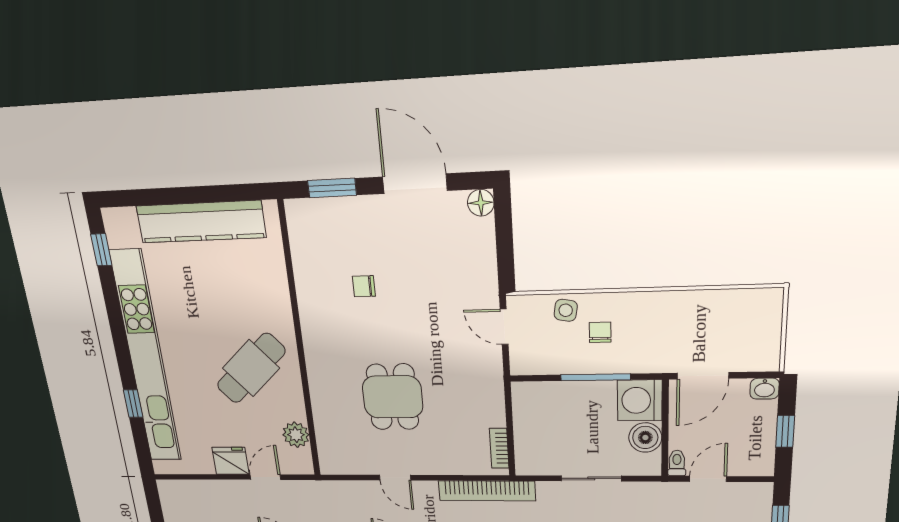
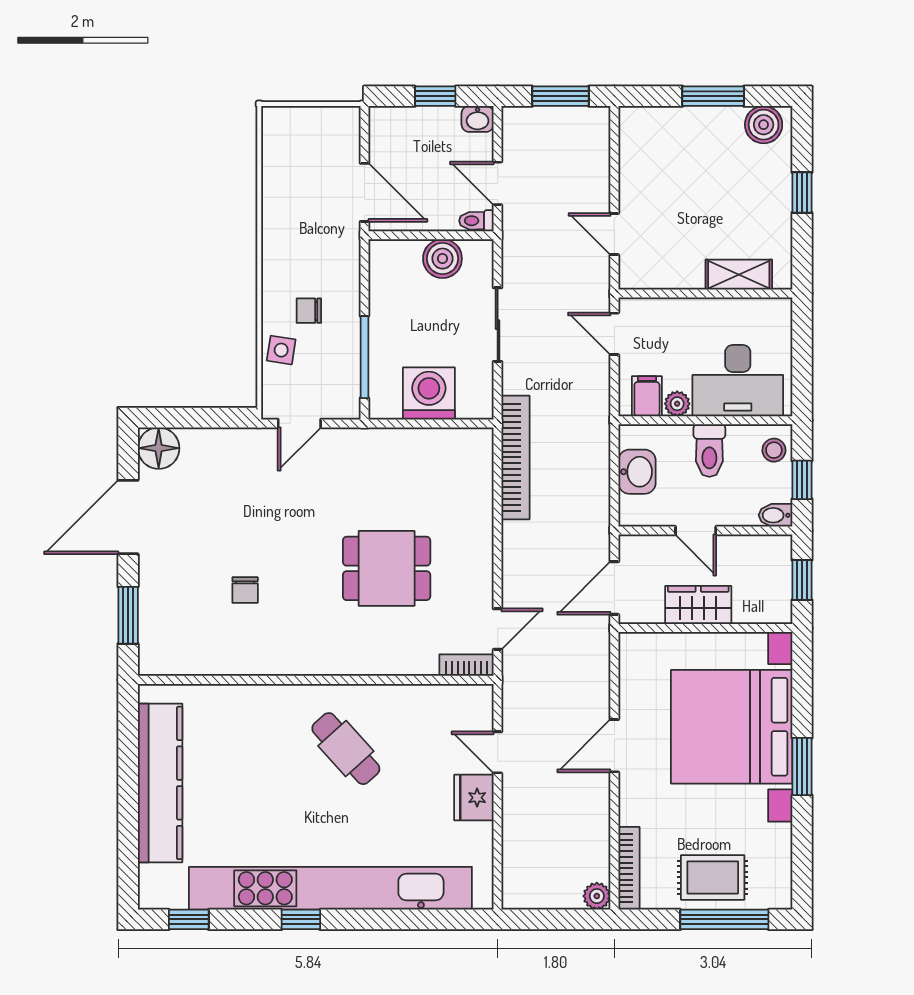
floor lamp: (481, 203) -> (159, 448), width x1.38, depth x1.38
cafe table: (251, 368) -> (346, 749), width x0.73, depth x0.74
window: (595, 377) -> (364, 357), moved
washbasin: (765, 389) -> (478, 119), moved, turned 90
washing machine: (640, 400) -> (429, 394), moved, turned 180
window: (133, 404) -> (301, 919), moved
plant: (296, 435) -> (437, 702), removed
bookcase: (499, 448) -> (466, 665), moved, turned 180
door: (395, 478) -> (498, 629), moved

